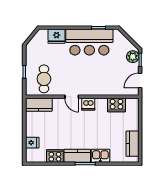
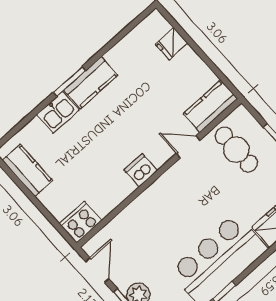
door: (72, 97) -> (188, 147), moved
cooker: (116, 105) -> (81, 222), moved
cooker: (55, 156) -> (122, 54), removed

